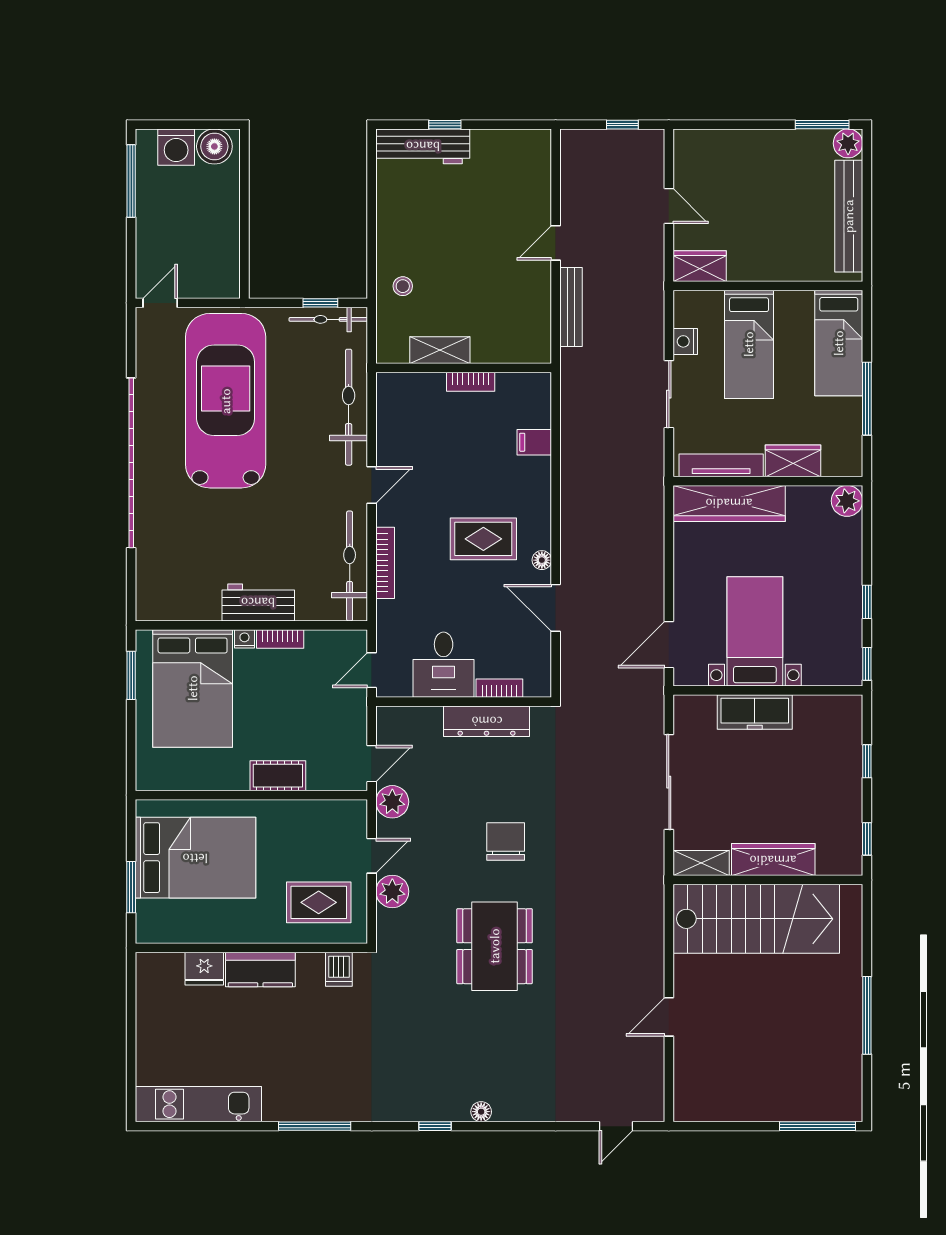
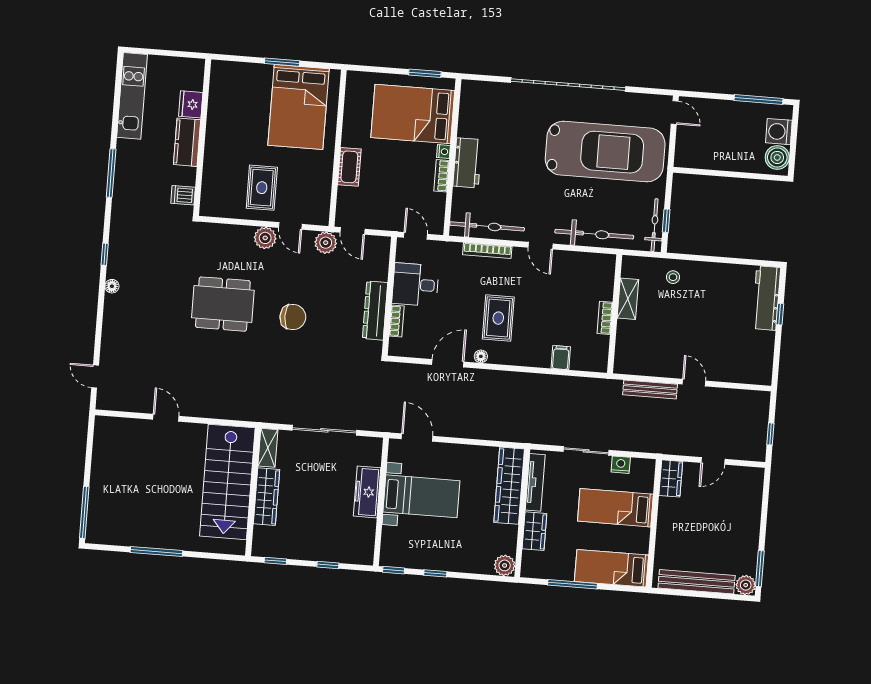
wall: (251, 948) -> (202, 137), moved
fridge: (204, 969) -> (191, 104), moved
kitchen counter: (260, 969) -> (187, 142), moved
dishwasher: (339, 969) -> (183, 195), moved

